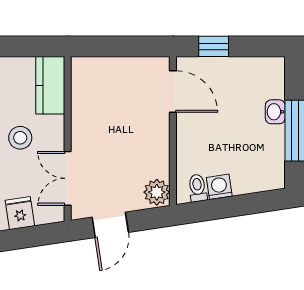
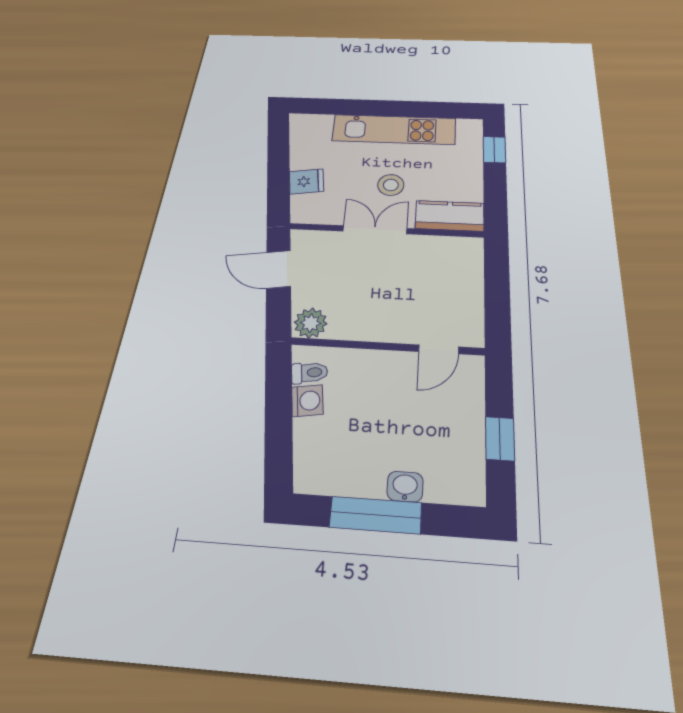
window: (214, 46) -> (500, 439), moved
door: (173, 91) -> (439, 349), width x0.73
double door: (68, 178) -> (375, 230), moved

